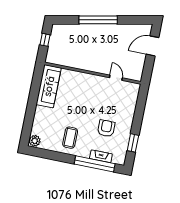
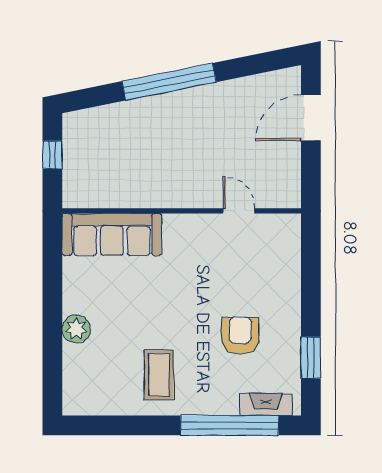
sofa: (49, 86) -> (112, 234), moved, turned 90
plant: (35, 141) -> (76, 329), moved
fireplace: (101, 156) -> (266, 405), moved

